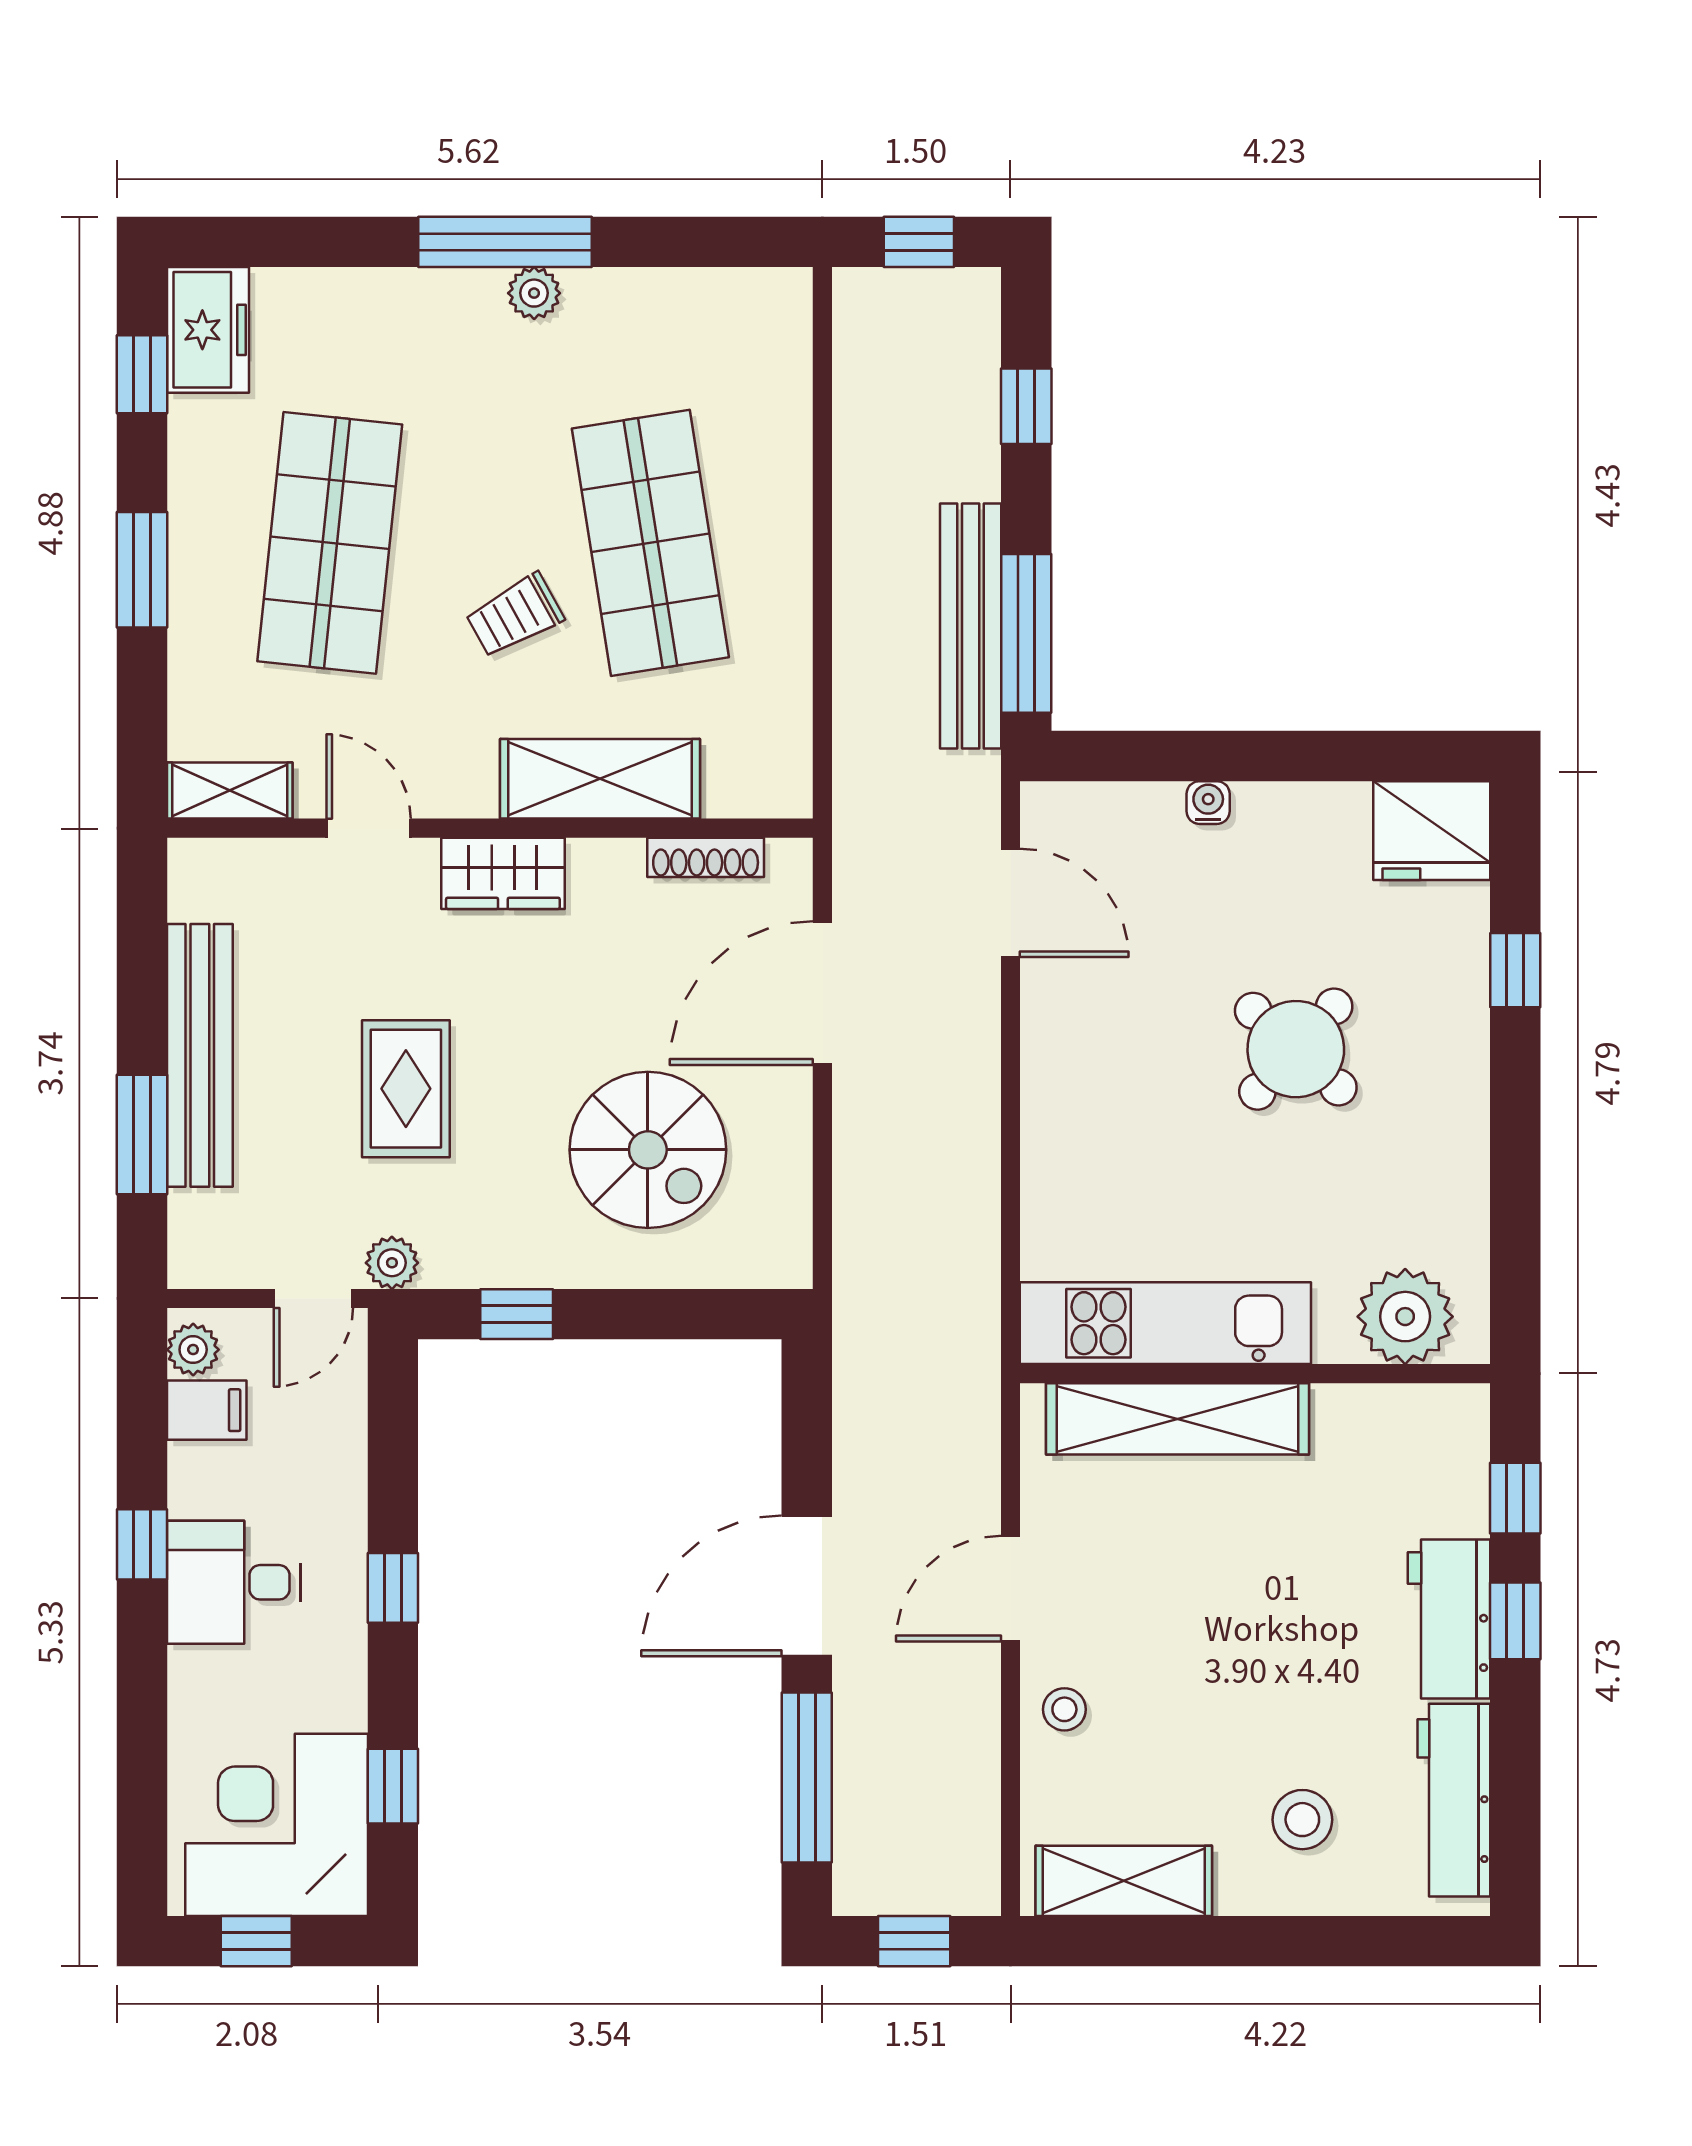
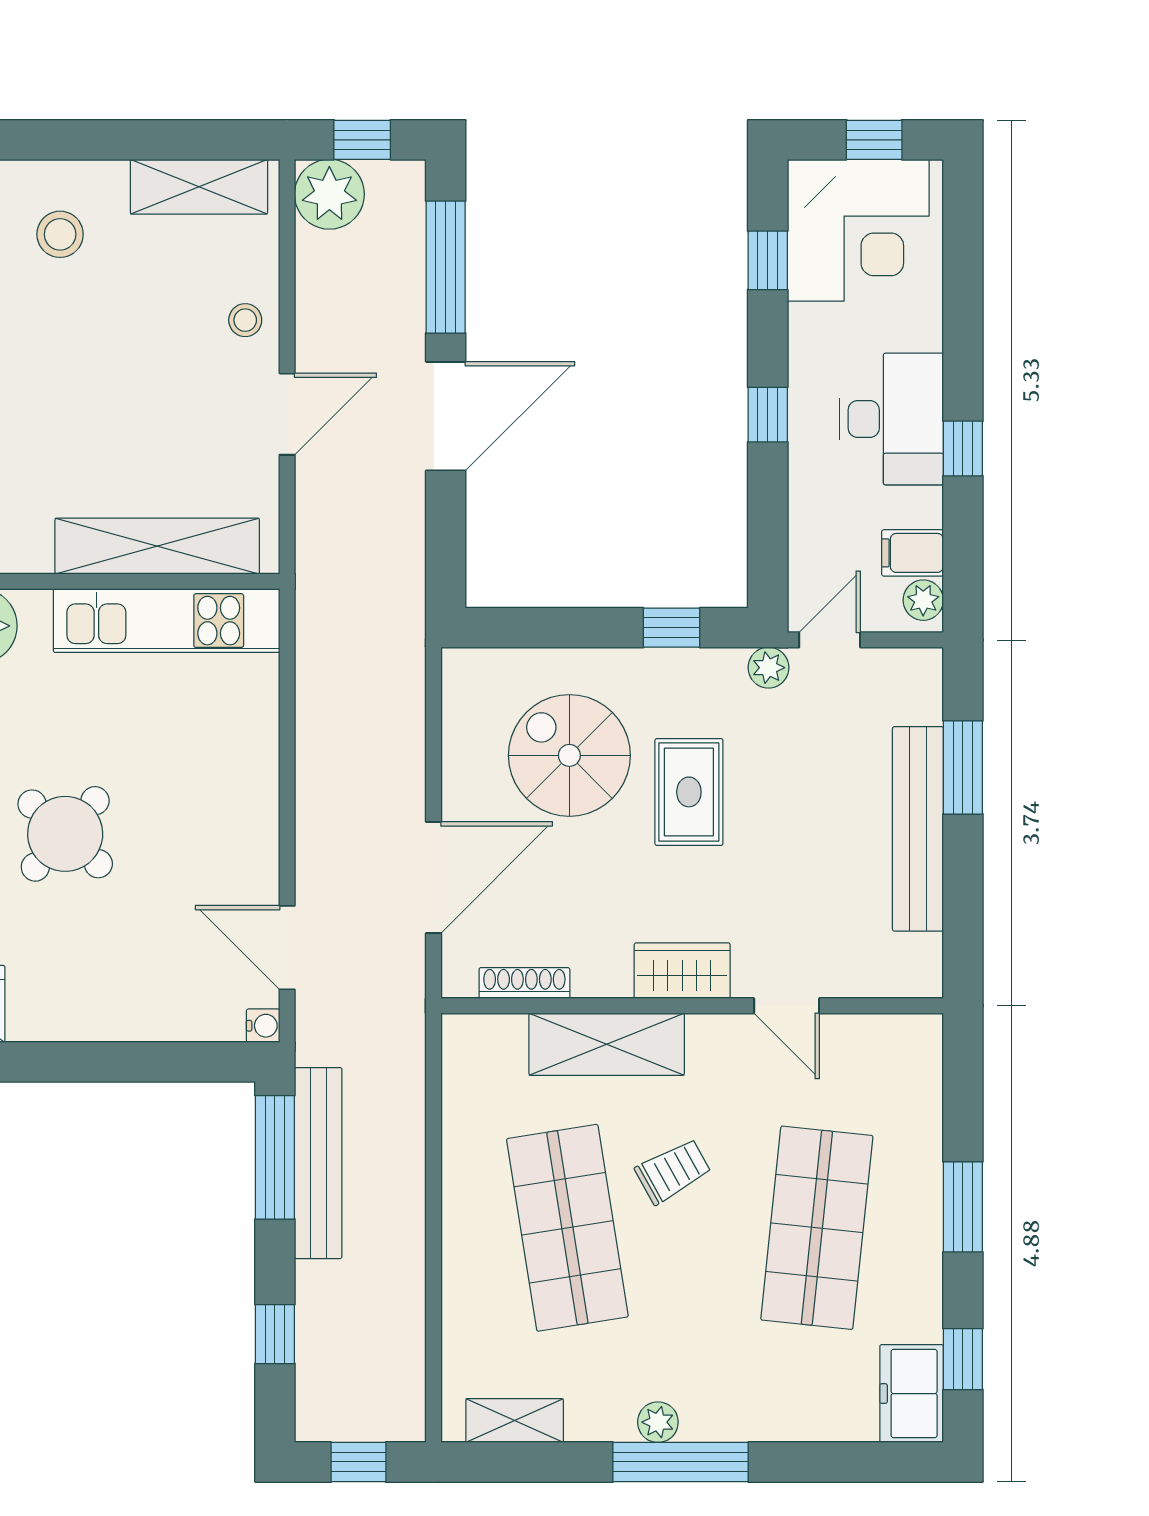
shelving: (230, 791) -> (515, 1421), moved
water cooler: (1208, 803) -> (263, 1026), moved, turned -90
rug: (406, 1089) -> (689, 792), moved
desk: (234, 1582) -> (892, 419), width x1.37
plant: (956, 1871) -> (329, 194), added

